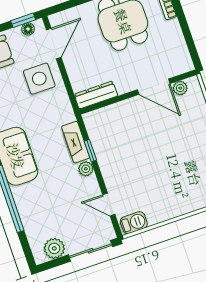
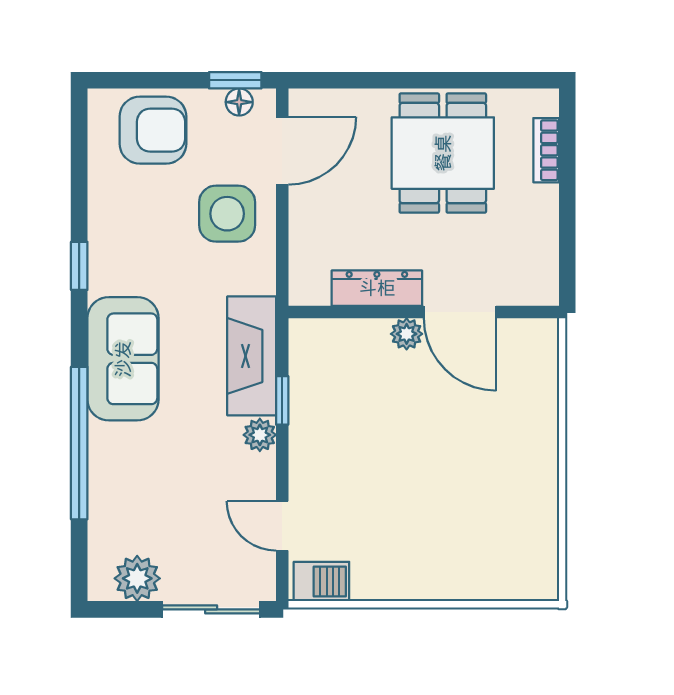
plant: (180, 88) -> (407, 334), moved
dresser: (96, 95) -> (377, 288), moved
fireplace: (76, 142) -> (252, 356), width x1.37, depth x1.32

